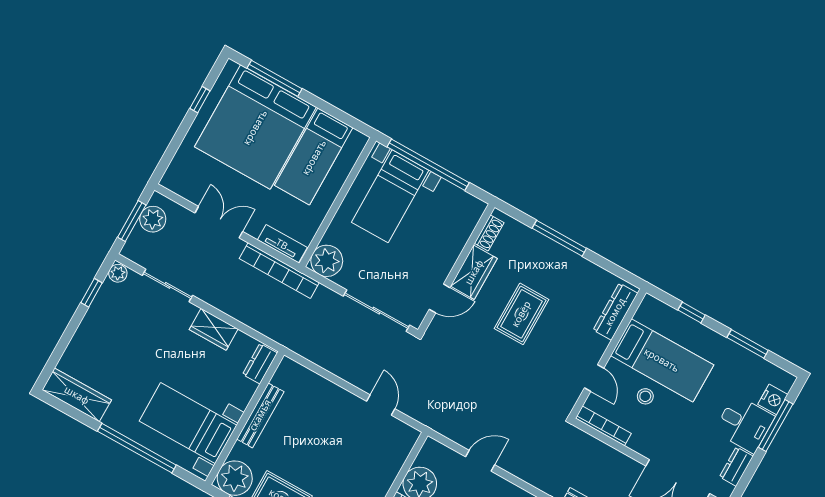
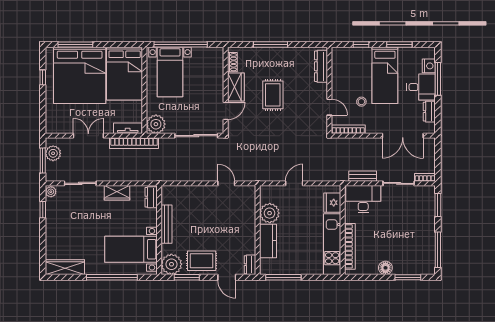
bed: (314, 157) -> (125, 74), width x1.50
bed: (662, 360) -> (385, 75), moved, turned 90

